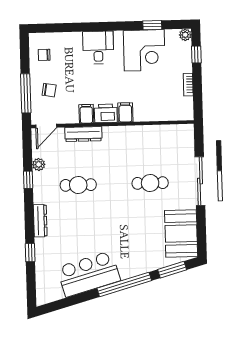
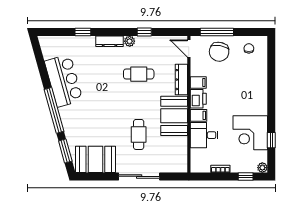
desk: (98, 48) -> (204, 135), moved, turned 180
chair: (49, 90) -> (219, 52), width x1.87, depth x1.87
booth: (127, 141) -> (174, 116), added
plant: (39, 164) -> (130, 41), moved
cafe table: (78, 185) -> (139, 74), turned 90

